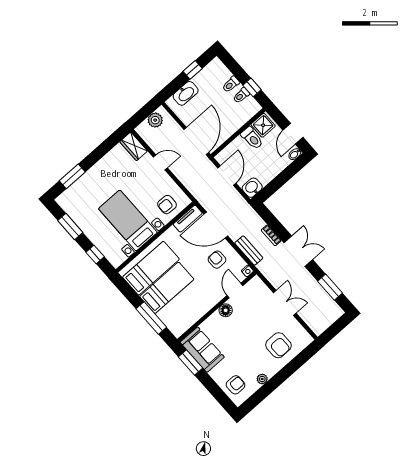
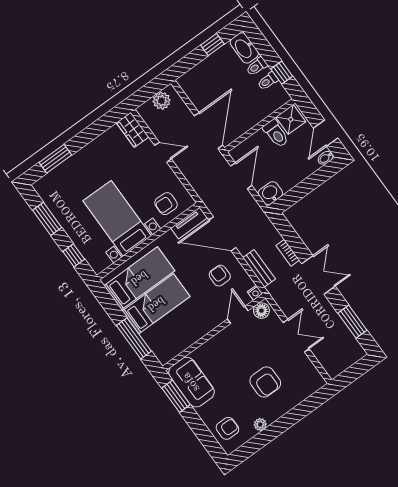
washbasin: (186, 93) -> (244, 48), moved, turned 90
floor lamp: (226, 310) -> (261, 311), moved
armchair: (278, 345) -> (265, 382), moved

